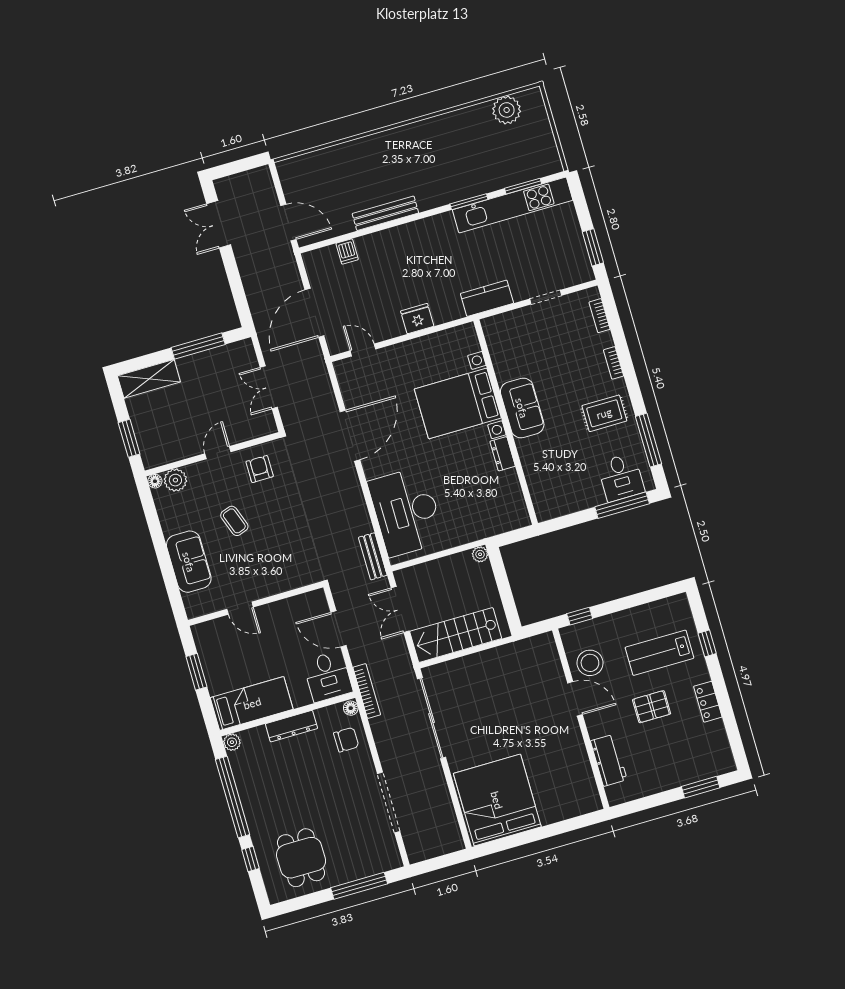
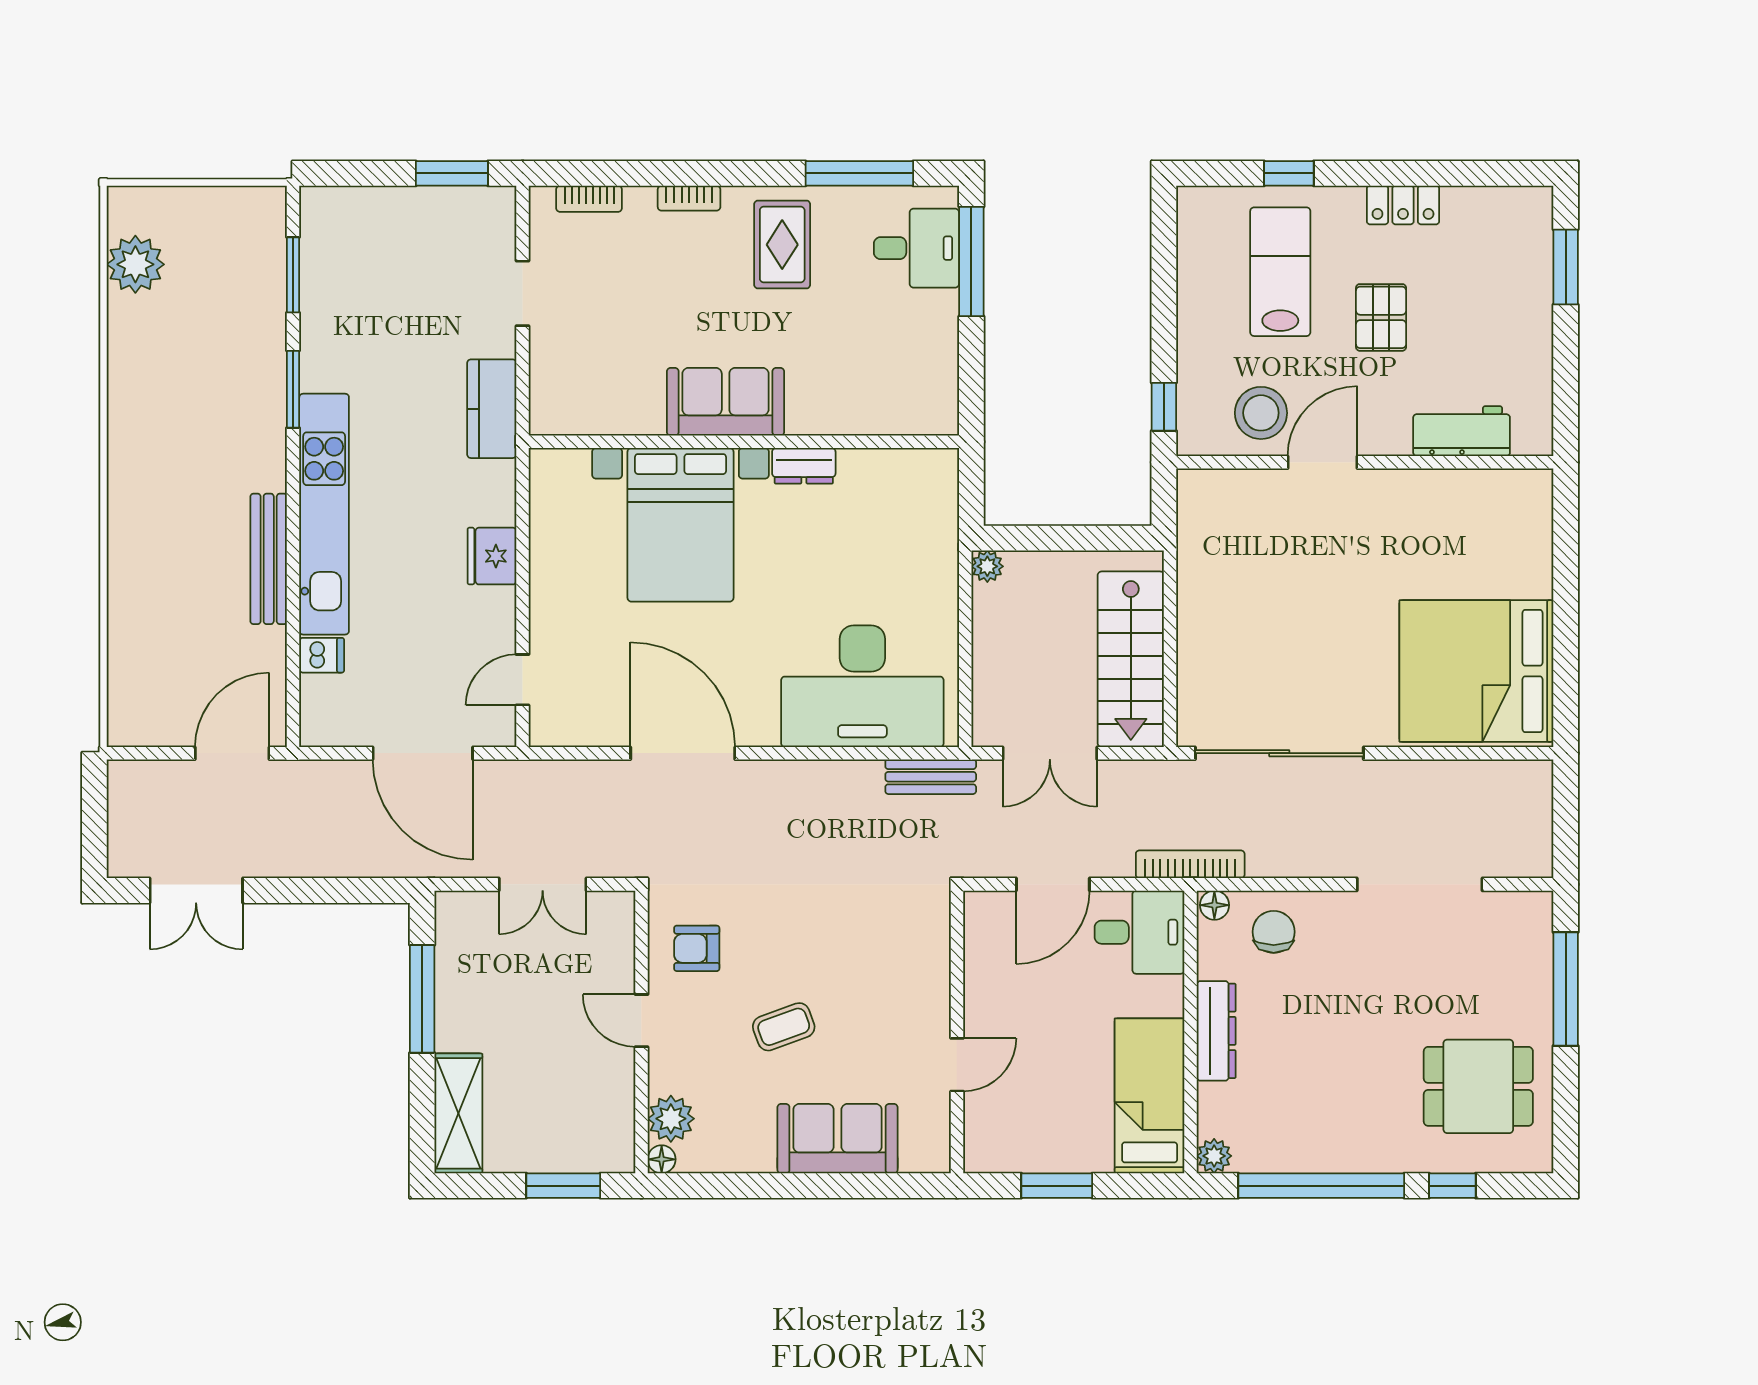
kitchen unit: (513, 205) -> (324, 514), moved
lab bench: (659, 653) -> (1280, 272), turned 180

